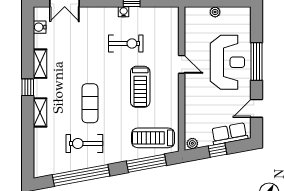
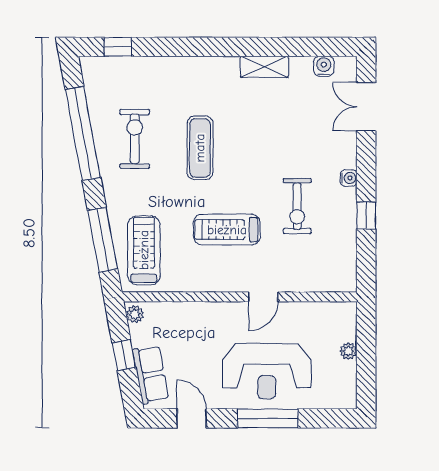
water cooler: (124, 12) -> (349, 178), moved
window: (28, 87) -> (118, 47), moved
exercise mat: (90, 103) -> (200, 148), turned 90
shelving: (40, 112) -> (185, 67), removed

